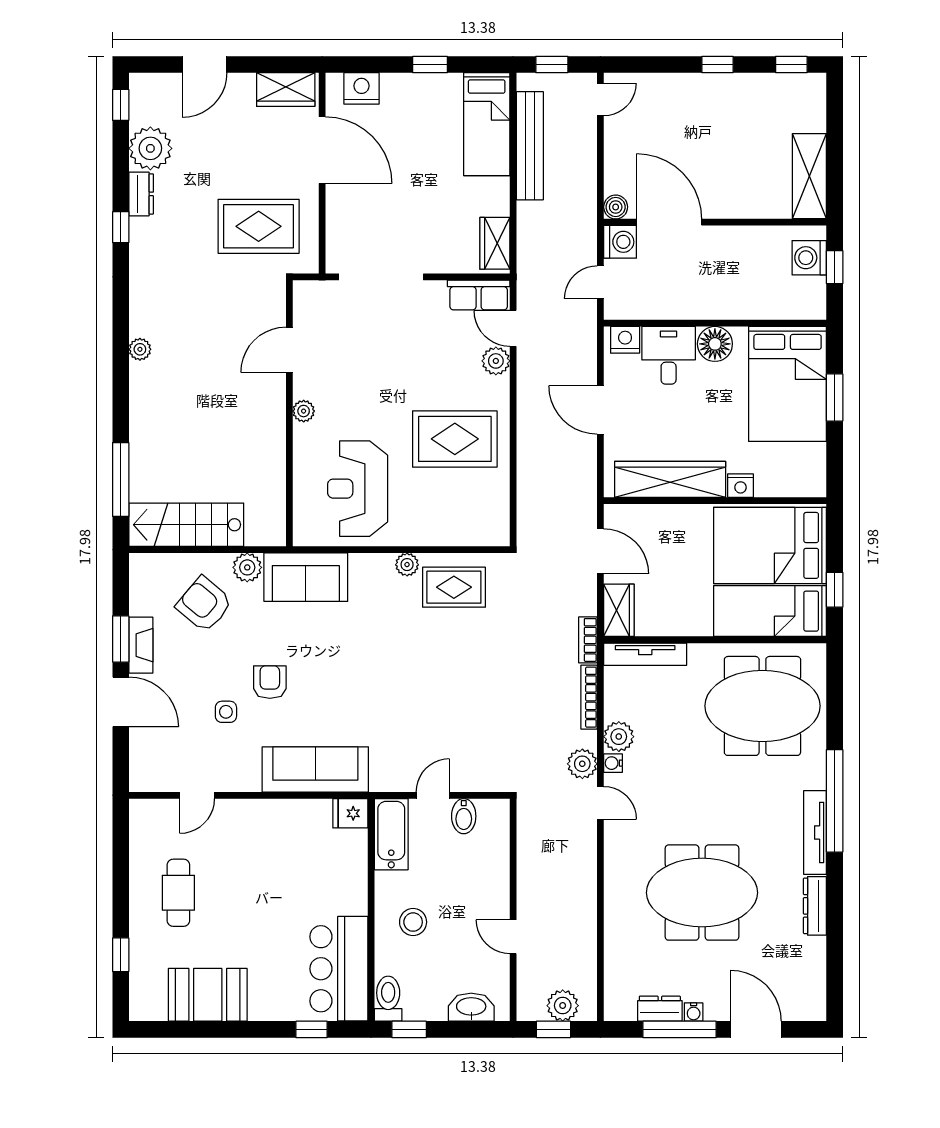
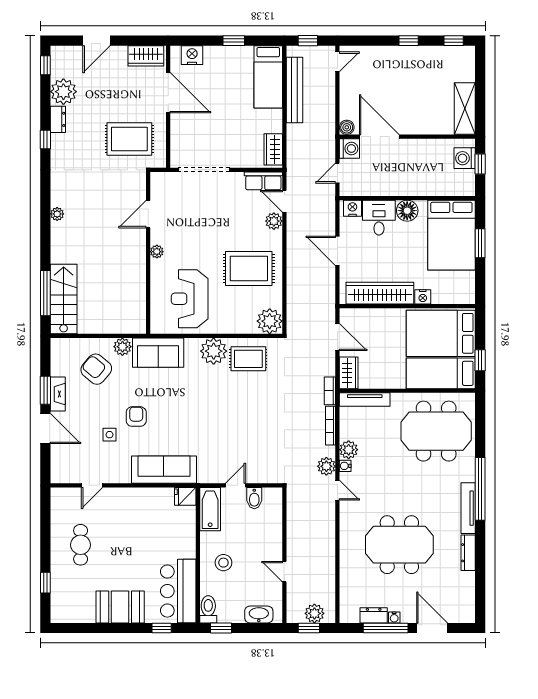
stairs: (186, 525) -> (64, 299), moved, turned 90
plant: (489, 526) -> (270, 321), added
plant: (407, 565) -> (214, 351), width x1.87, depth x1.87
booth: (208, 995) -> (120, 607), moved

